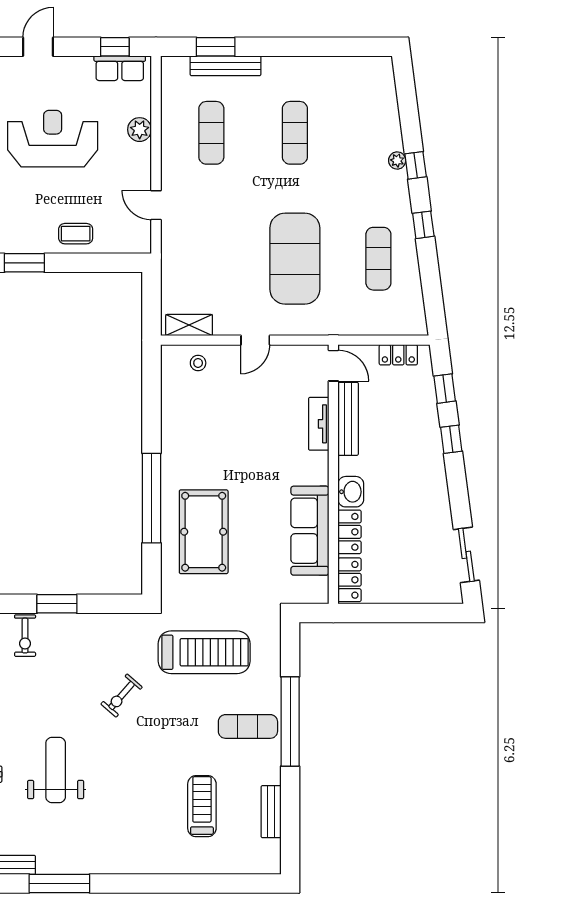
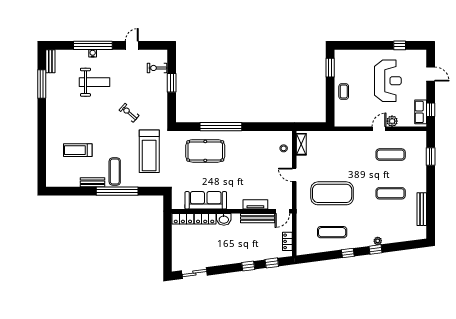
bench: (225, 66) -> (422, 209), moved
door: (156, 205) -> (379, 129), moved
treadmill: (202, 806) -> (78, 150), turned 180
bench: (271, 812) -> (93, 182), moved

